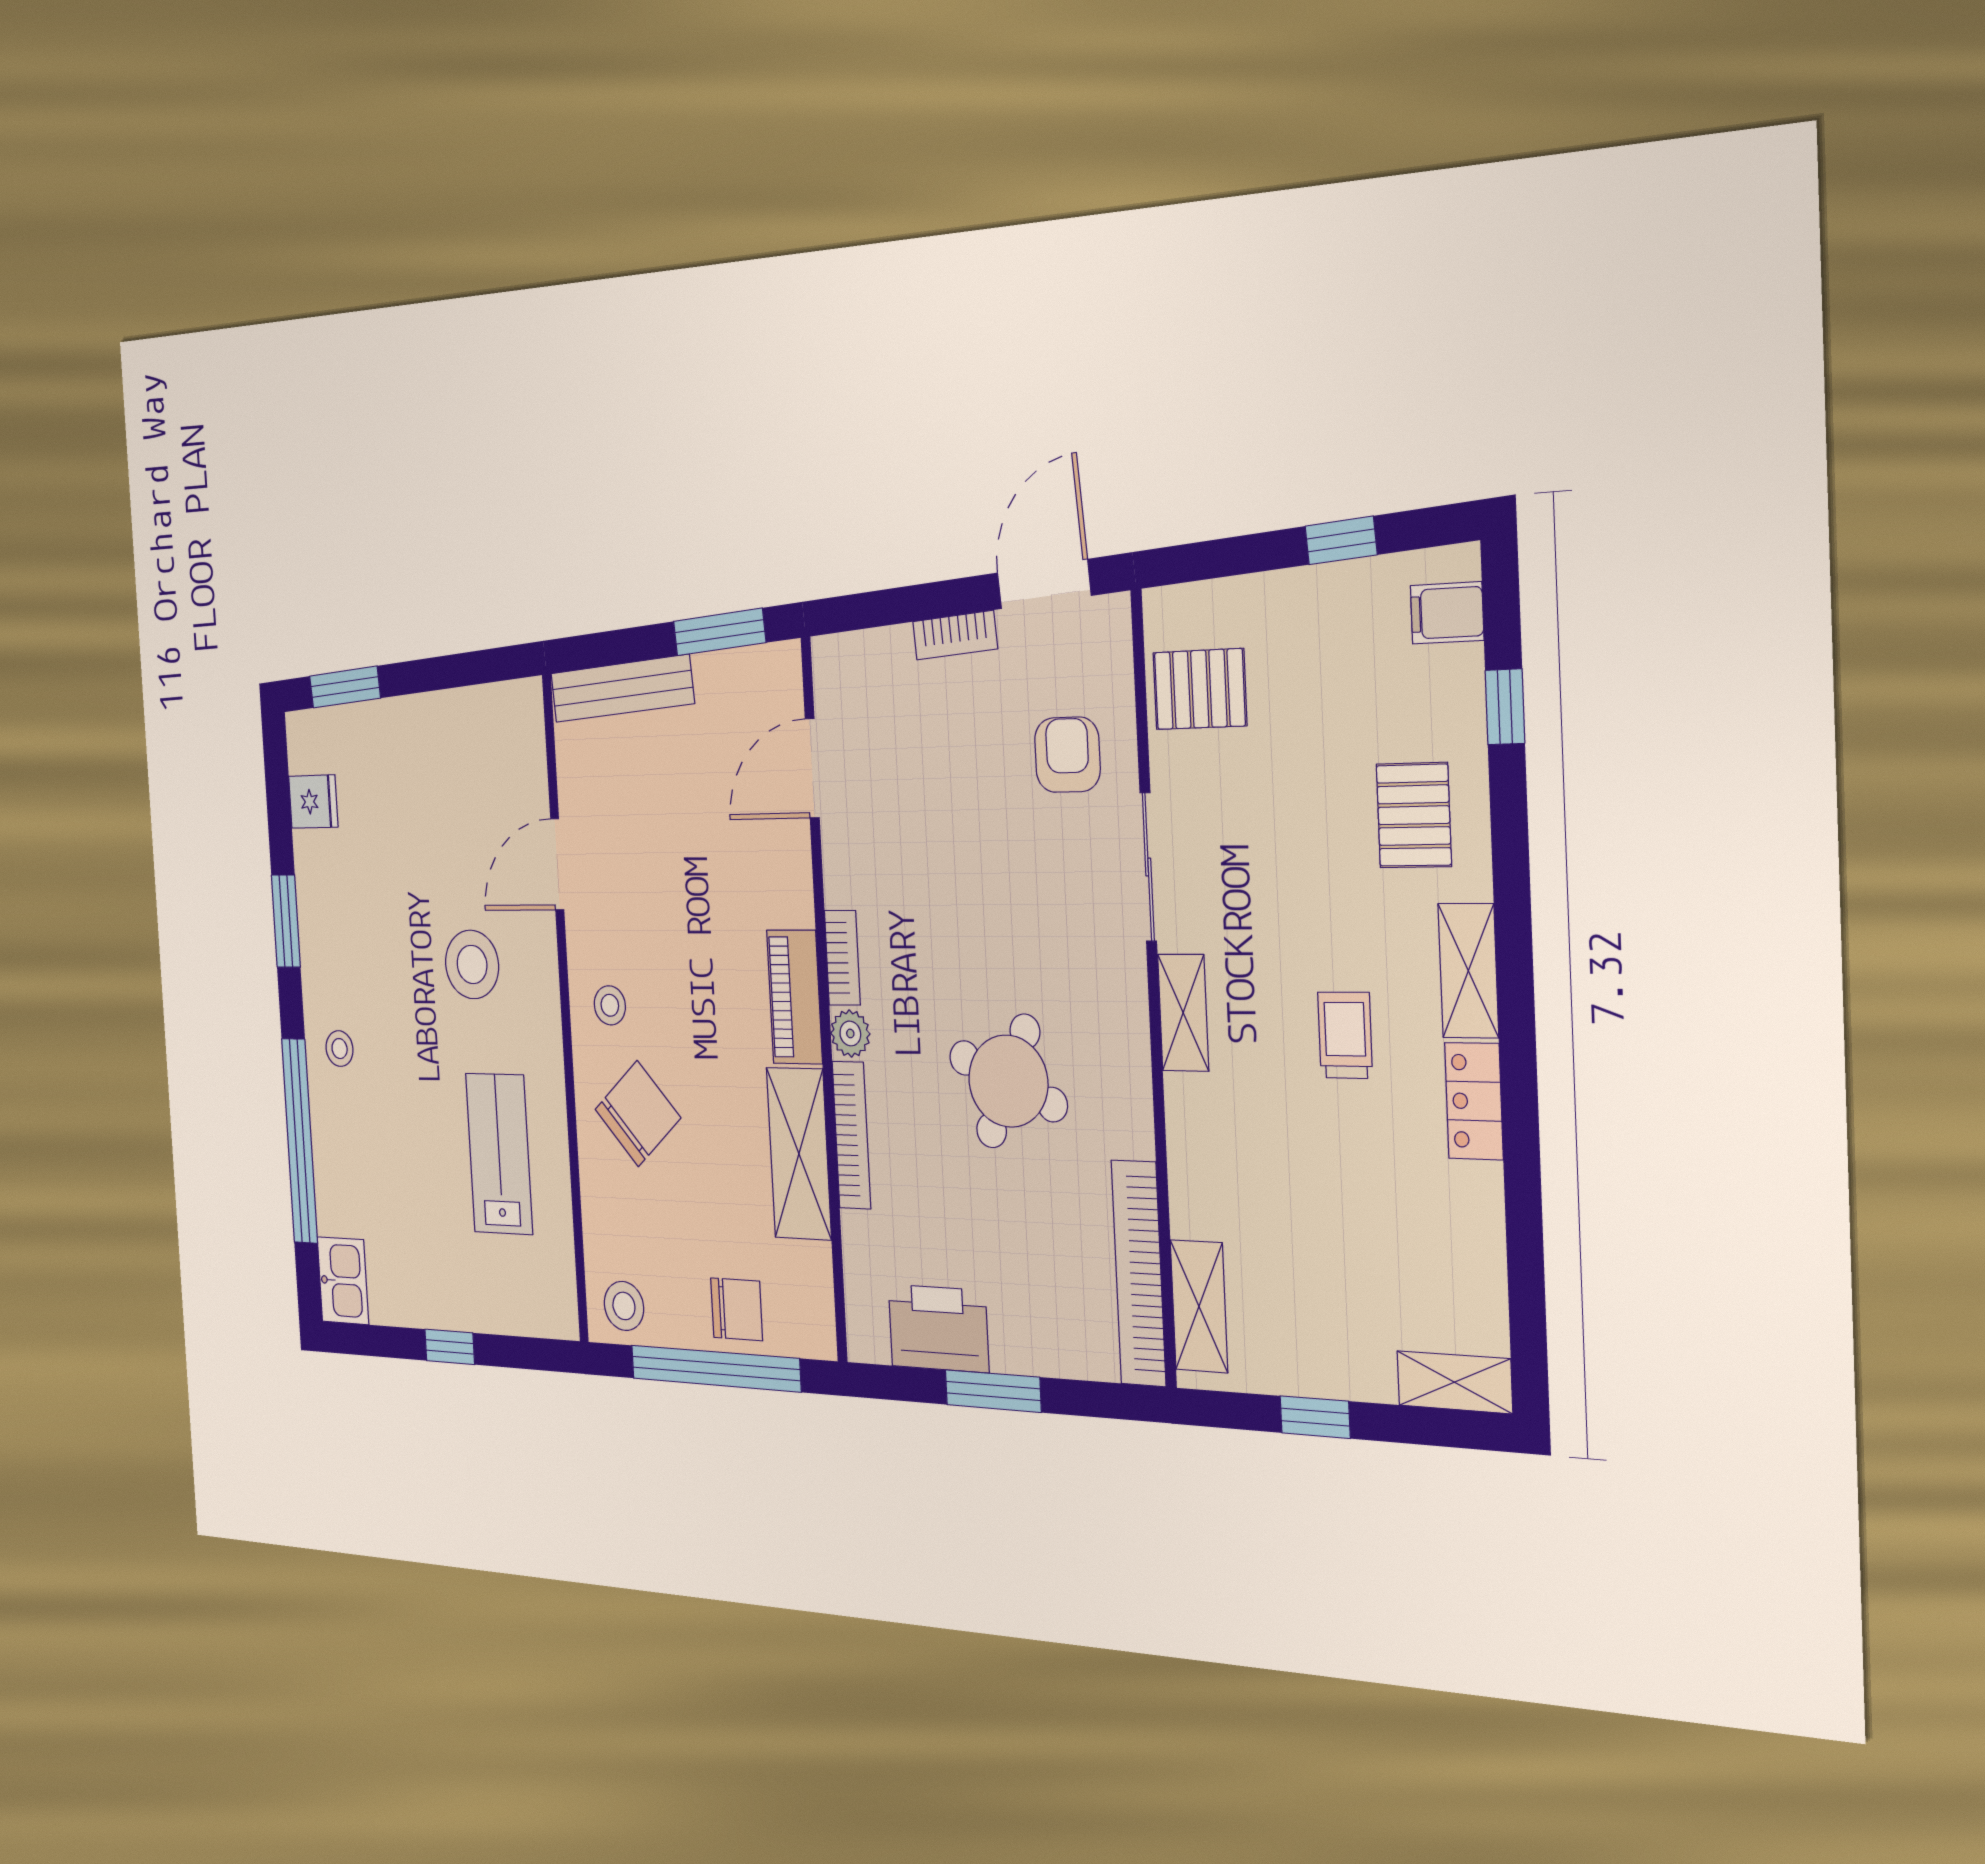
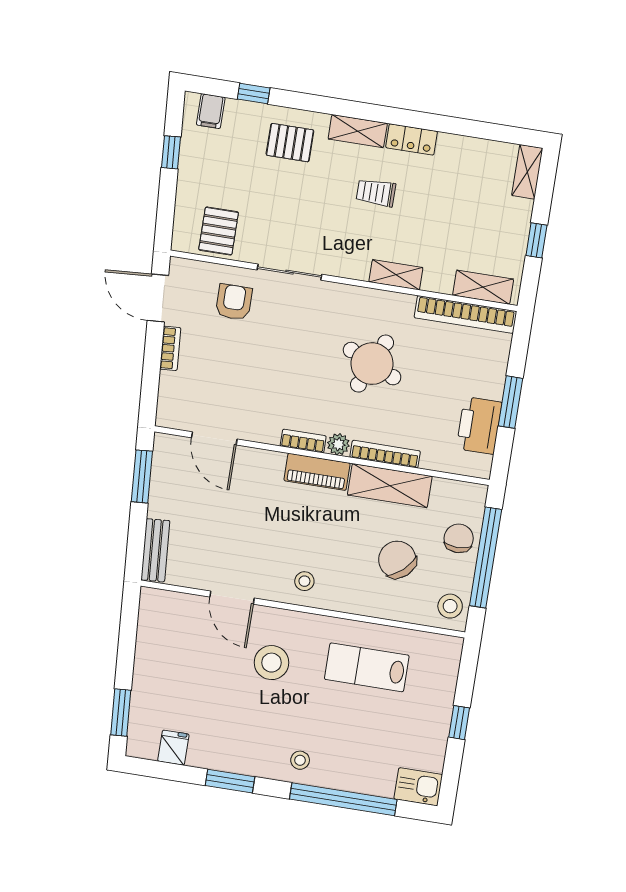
bench: (622, 688) -> (155, 550), width x0.73
armchair: (1067, 755) -> (234, 302), turned 90
shelving: (1183, 1013) -> (396, 275), moved
chair: (638, 1114) -> (397, 560), moved

